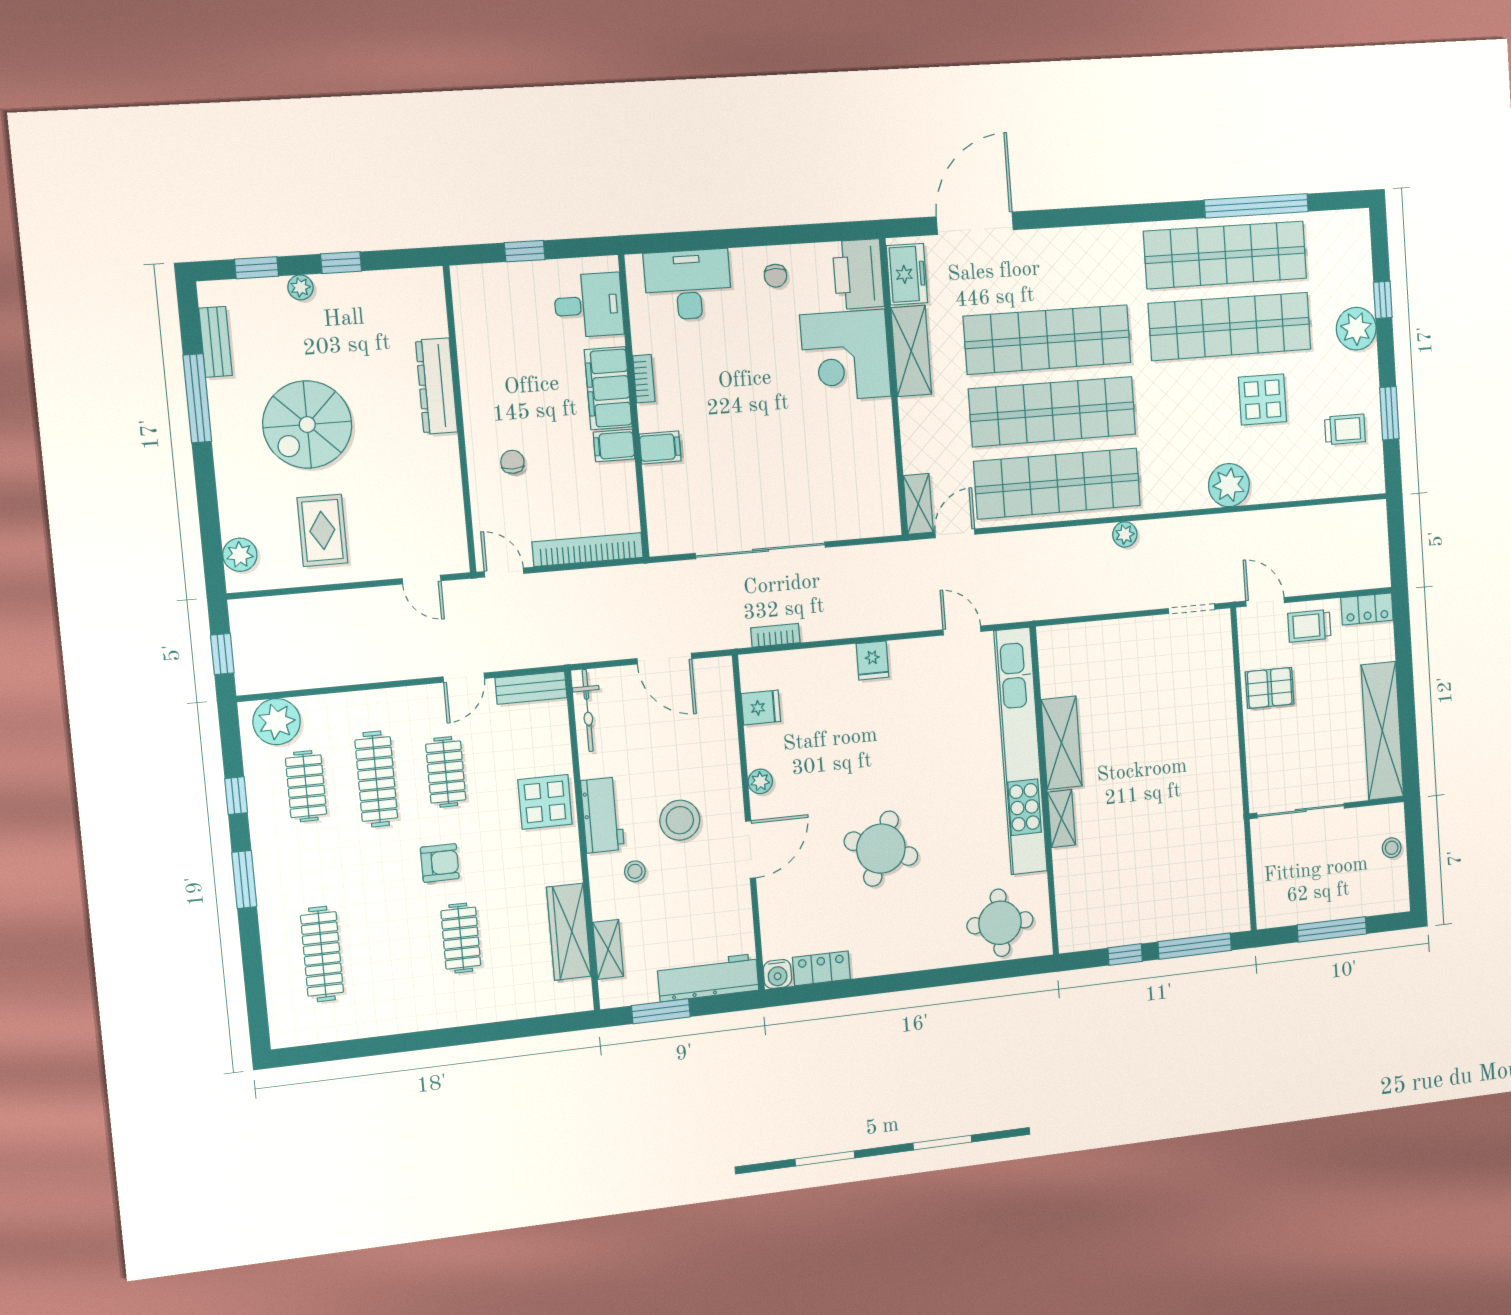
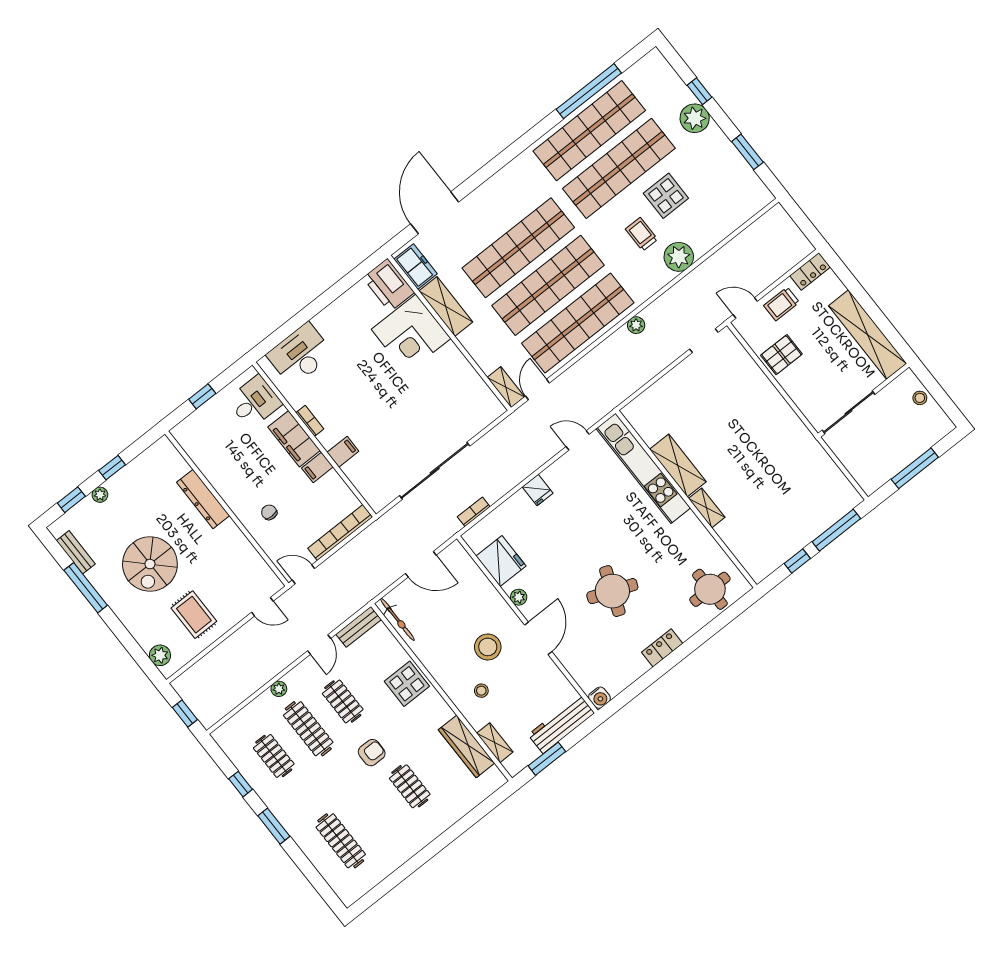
chair: (775, 276) -> (344, 317), removed
trolley: (1345, 429) -> (641, 234), moved, turned -90
fridge: (761, 708) -> (501, 561), width x1.88, depth x1.34
plant: (277, 722) -> (279, 689), moved, width x0.53, depth x0.53
kitchen unit: (1021, 751) -> (643, 468), width x0.73
workbench: (603, 815) -> (443, 671), removed
locker: (821, 968) -> (662, 648), moved

